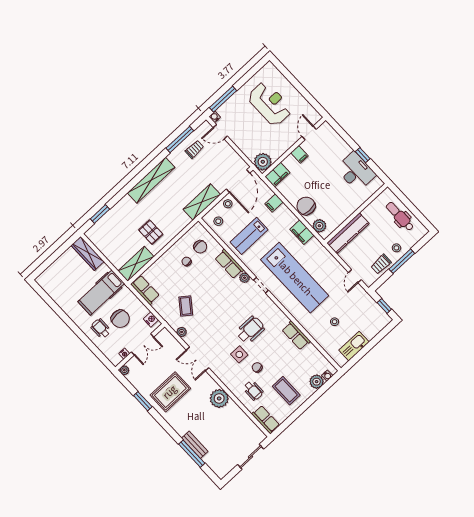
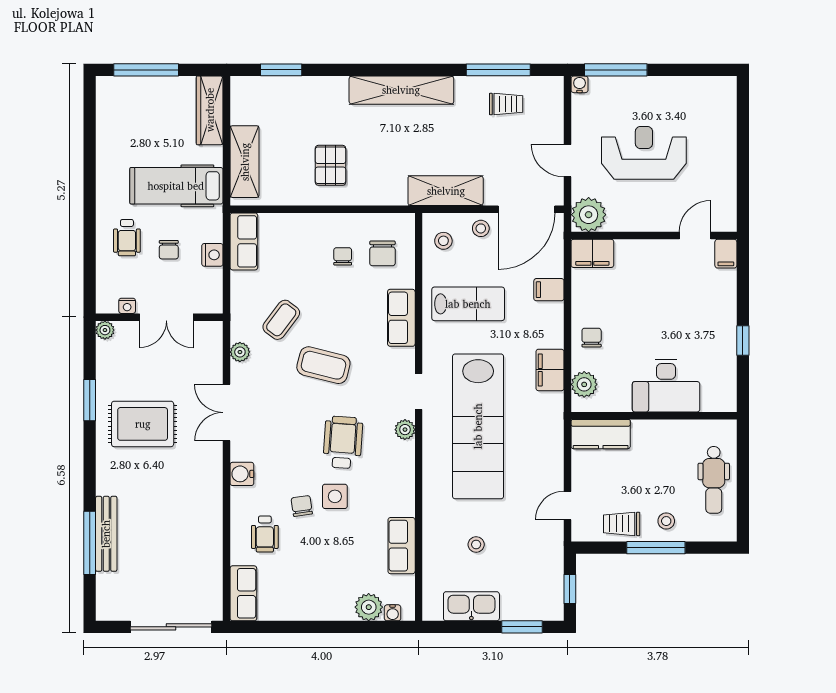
reception desk: (270, 104) -> (644, 153), moved, turned -90
door: (220, 132) -> (567, 161), moved
filing cabinet: (299, 154) -> (726, 254), moved
desk: (356, 172) -> (666, 386), moved, turned 90
chair: (306, 206) -> (592, 338), width x0.54, depth x0.54
dental chair: (400, 216) -> (714, 480), turned 180
kitchen counter: (348, 233) -> (601, 434), width x0.67
lab bench: (249, 236) -> (468, 304), turned 180
window: (50, 260) -> (146, 70), added
shelving: (136, 264) -> (245, 162), moved, turned 90
plant: (245, 278) -> (405, 430), moved
chair: (120, 319) -> (169, 250), width x0.54, depth x0.54
nightstand: (151, 319) -> (212, 255), moved
wheelchair: (101, 329) -> (127, 238), turned 180
wheelchair: (250, 330) -> (343, 442), turned -86
row of seats: (296, 335) -> (402, 546), moved
window: (380, 336) -> (522, 627), added
side table: (239, 354) -> (335, 496), moved
water cooler: (224, 376) -> (242, 474), added
coffee table: (286, 391) -> (323, 365), moved, turned -76
plant: (219, 398) -> (204, 500), removed
bench: (195, 445) -> (106, 534), width x1.36
sliding door: (251, 457) -> (171, 627), width x1.37

